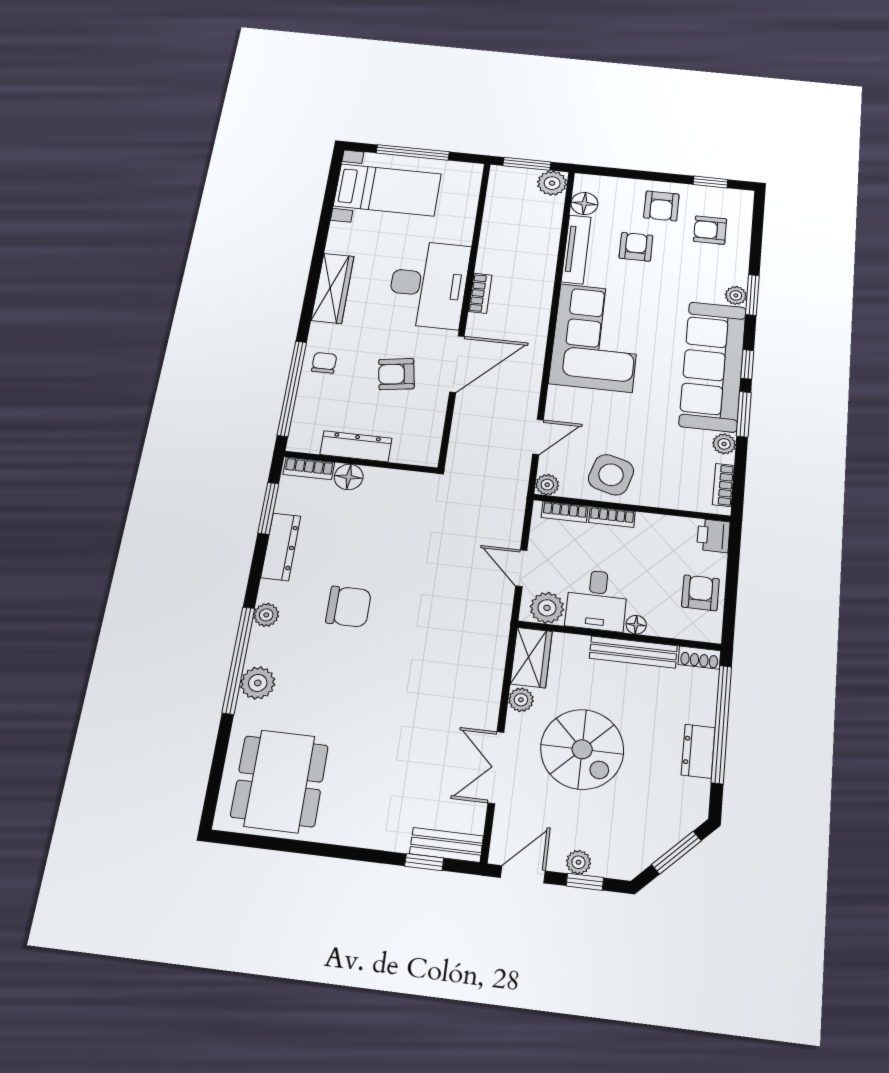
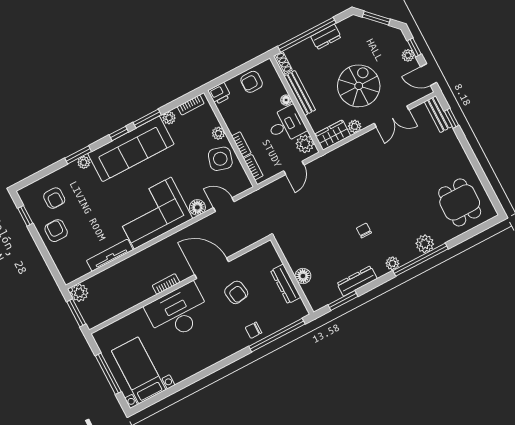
floor lamp: (584, 203) -> (197, 207), moved
armchair: (661, 206) -> (56, 231), turned -90
armchair: (636, 247) -> (89, 228), removed
wardrobe: (333, 288) -> (212, 356), removed
bookcase: (309, 469) -> (311, 297), removed
plant: (547, 485) -> (218, 133), moved
chair: (349, 607) -> (364, 230), width x0.54, depth x0.54
dining table: (280, 781) -> (460, 202), width x0.73

